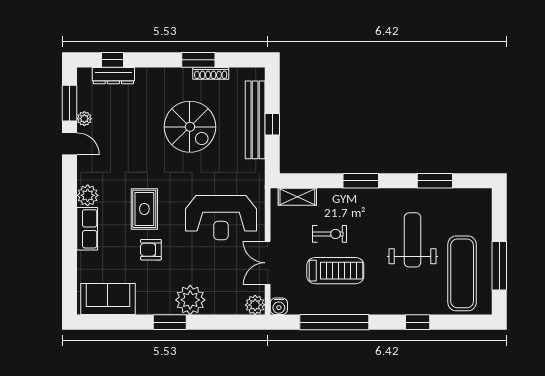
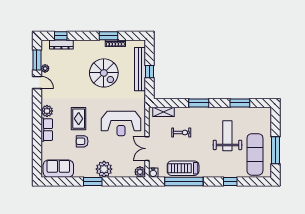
treadmill: (335, 271) -> (183, 168), moved, turned 180

